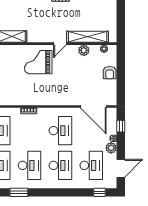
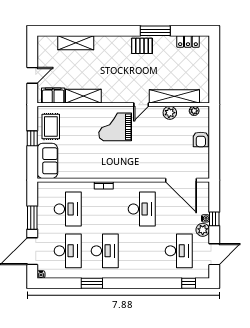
window: (121, 126) -> (214, 219), moved
desk: (60, 165) -> (142, 251), removed

